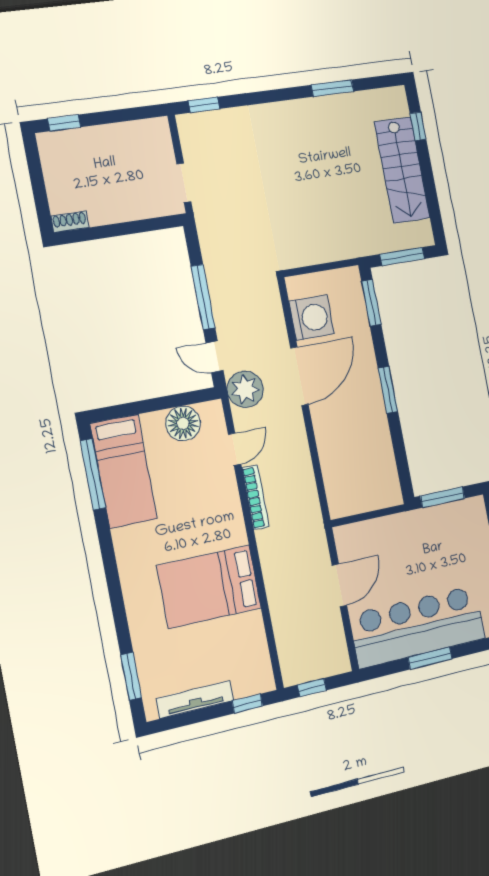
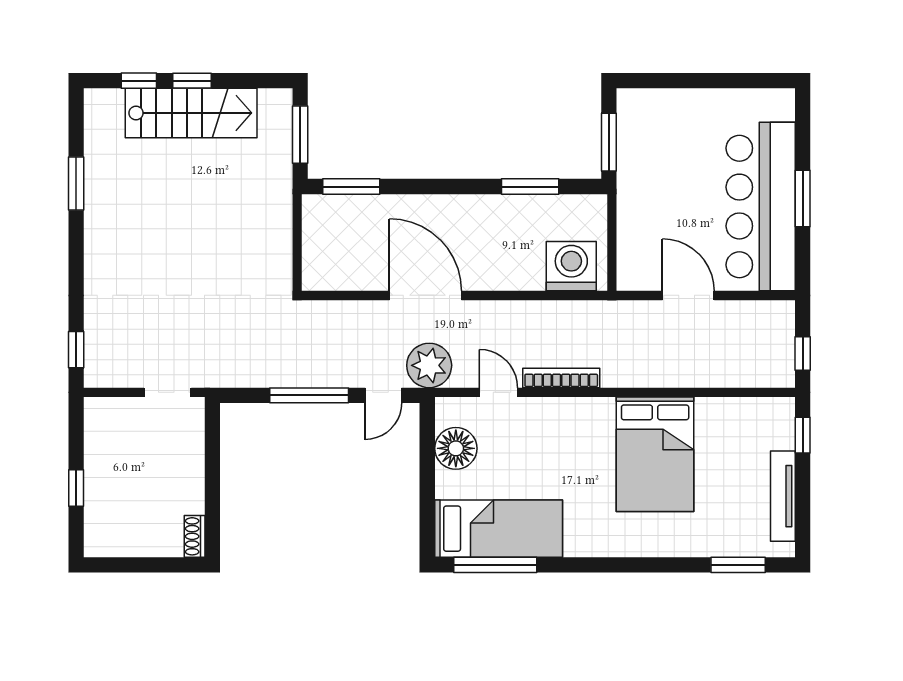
window: (64, 123) -> (76, 488), moved
window: (426, 167) -> (192, 81), added
washing machine: (312, 318) -> (571, 266), moved
window: (388, 390) -> (530, 187), moved

